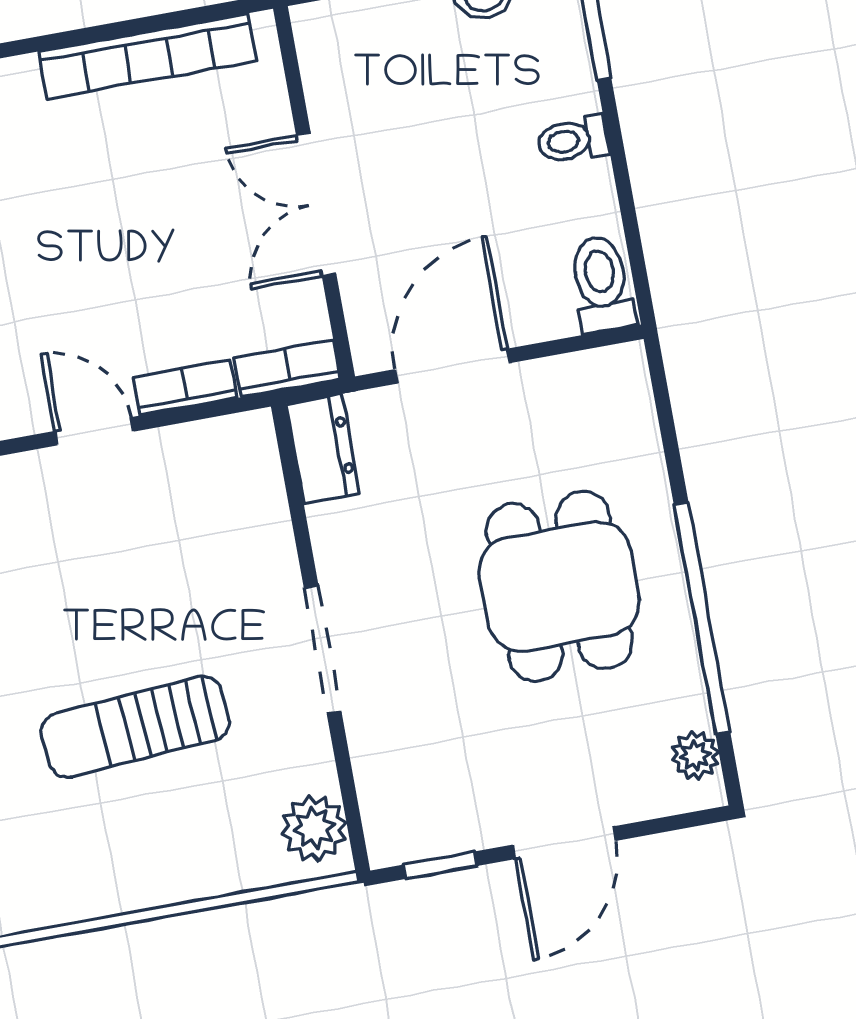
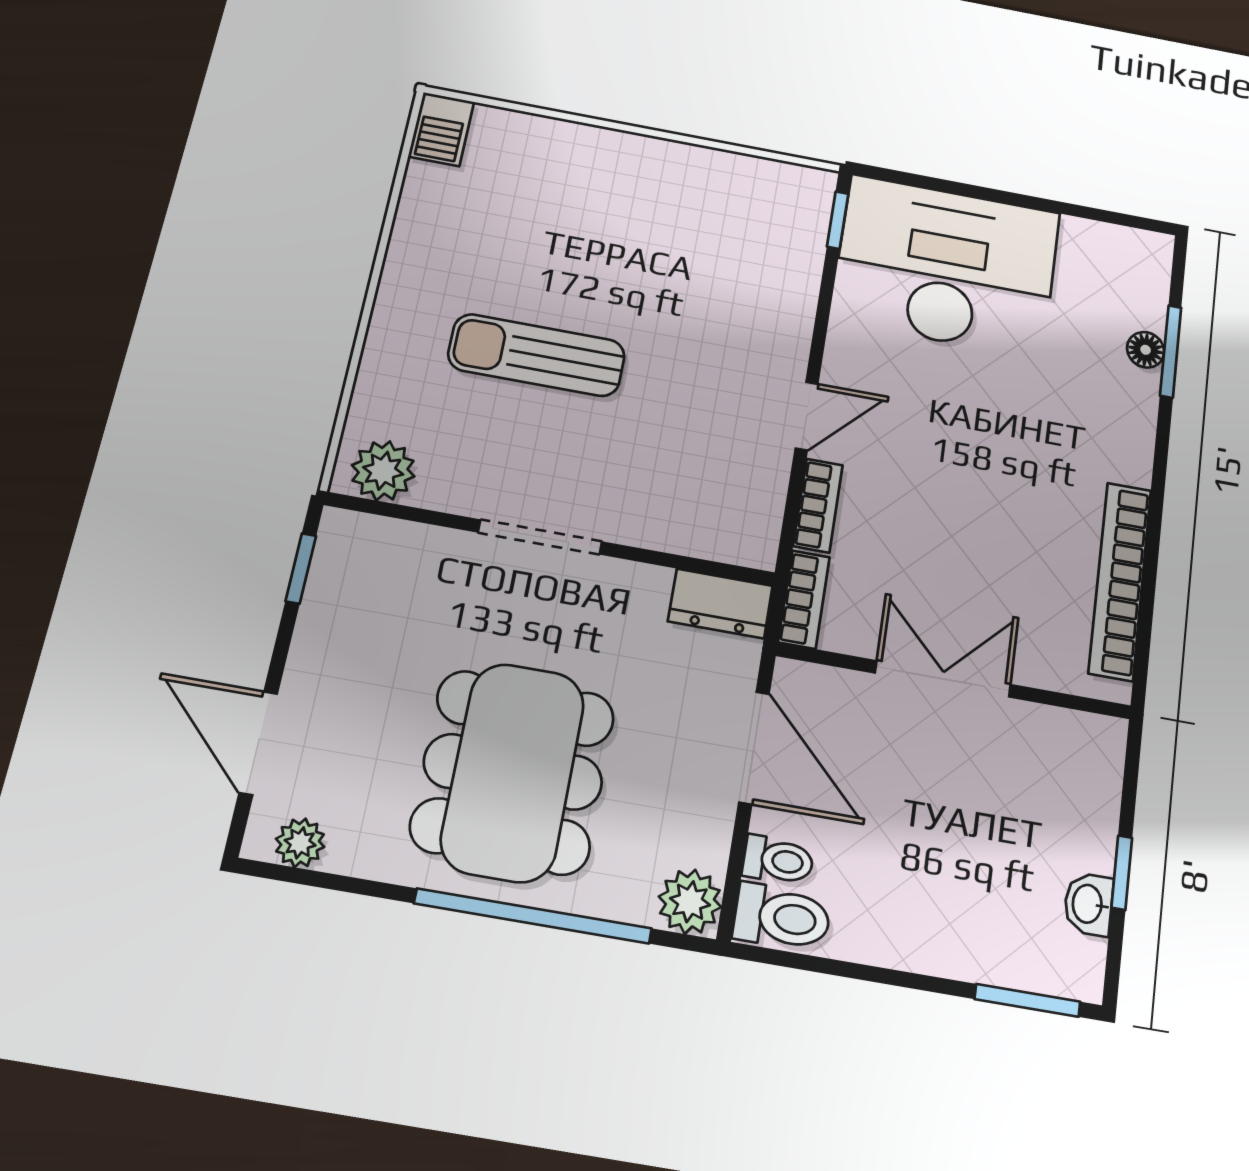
toilet: (573, 140) -> (778, 860), moved, turned 90
plant: (618, 376) -> (690, 902), added
dining table: (559, 586) -> (513, 772), width x1.38
window: (702, 618) -> (533, 916), moved
sun lounger: (135, 727) -> (537, 355), turned -86
door: (564, 843) -> (258, 743), moved

